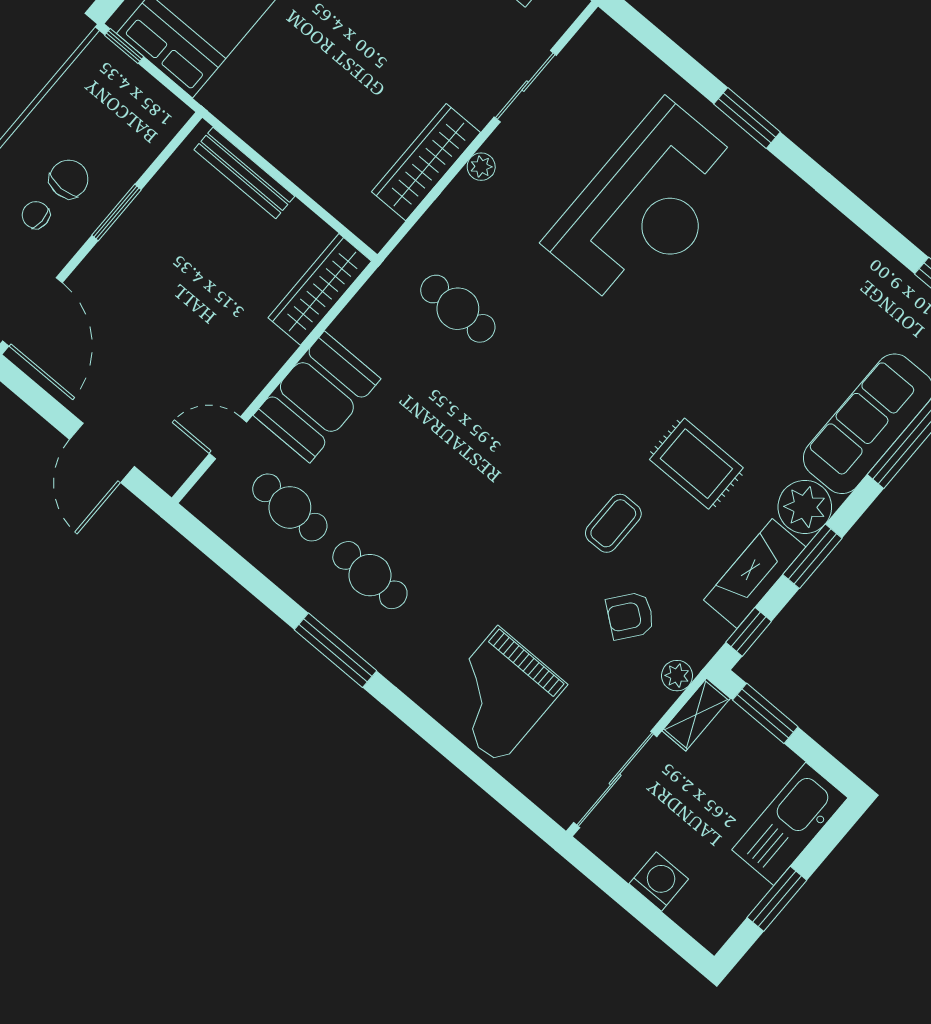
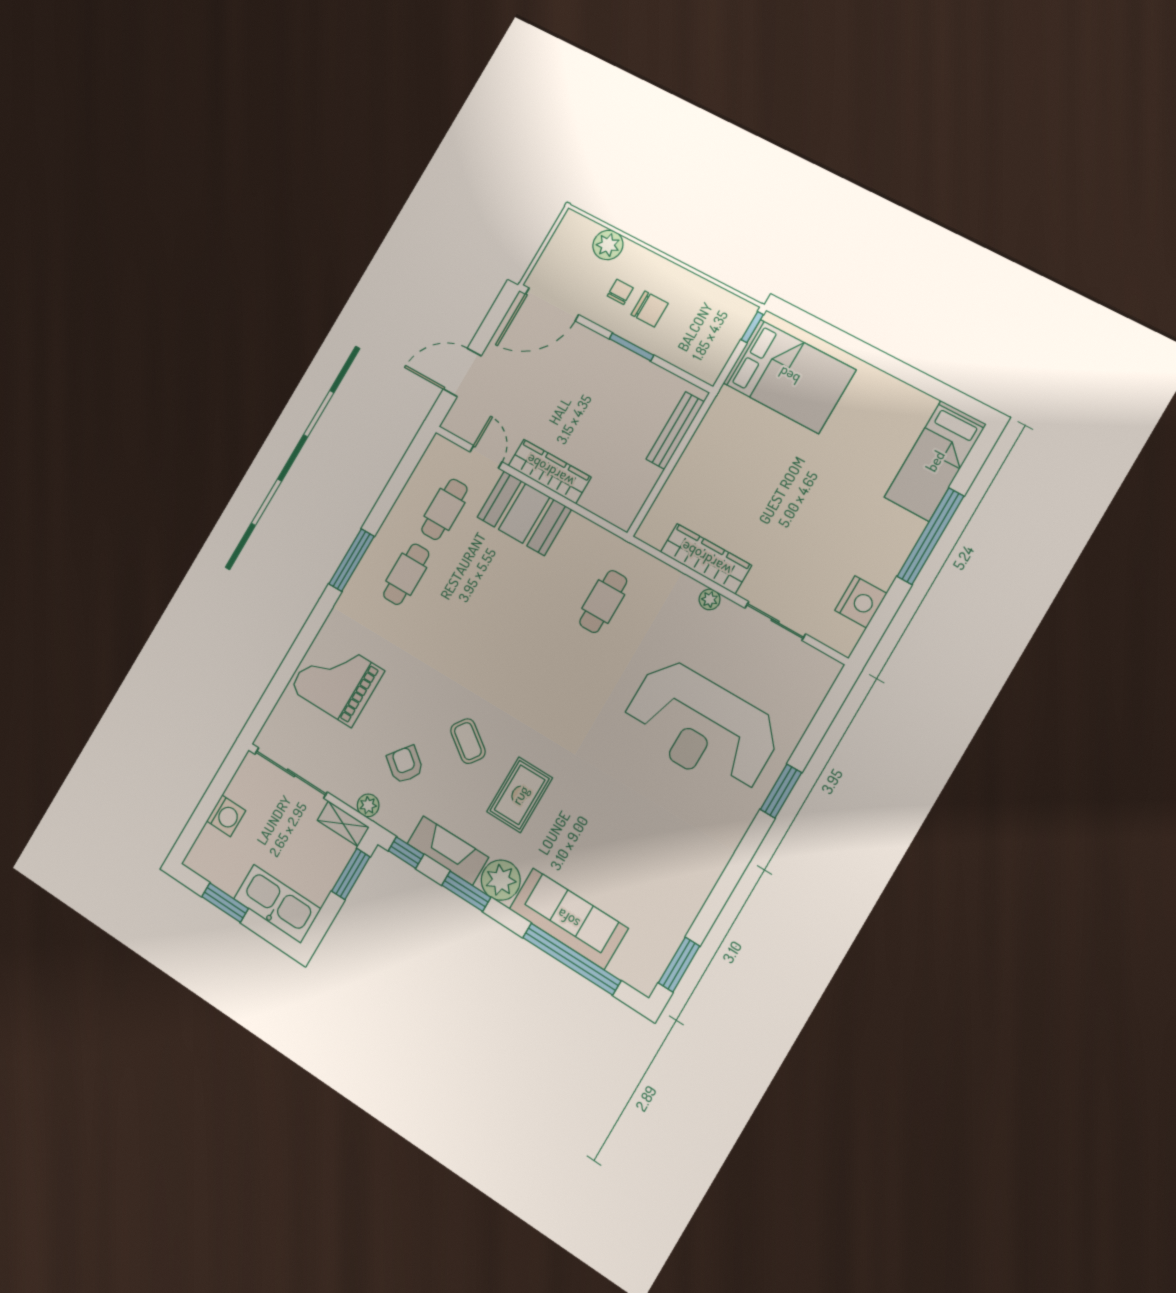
wardrobe: (320, 289) -> (550, 471), moved
coffee table: (613, 523) -> (468, 741), turned 36

